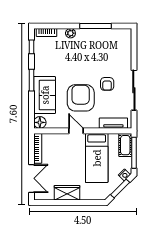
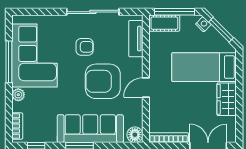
corner sofa: (100, 46) -> (35, 55), added
sofa: (45, 95) -> (90, 129), width x1.36
bed: (97, 158) -> (204, 67), moved, turned 180

